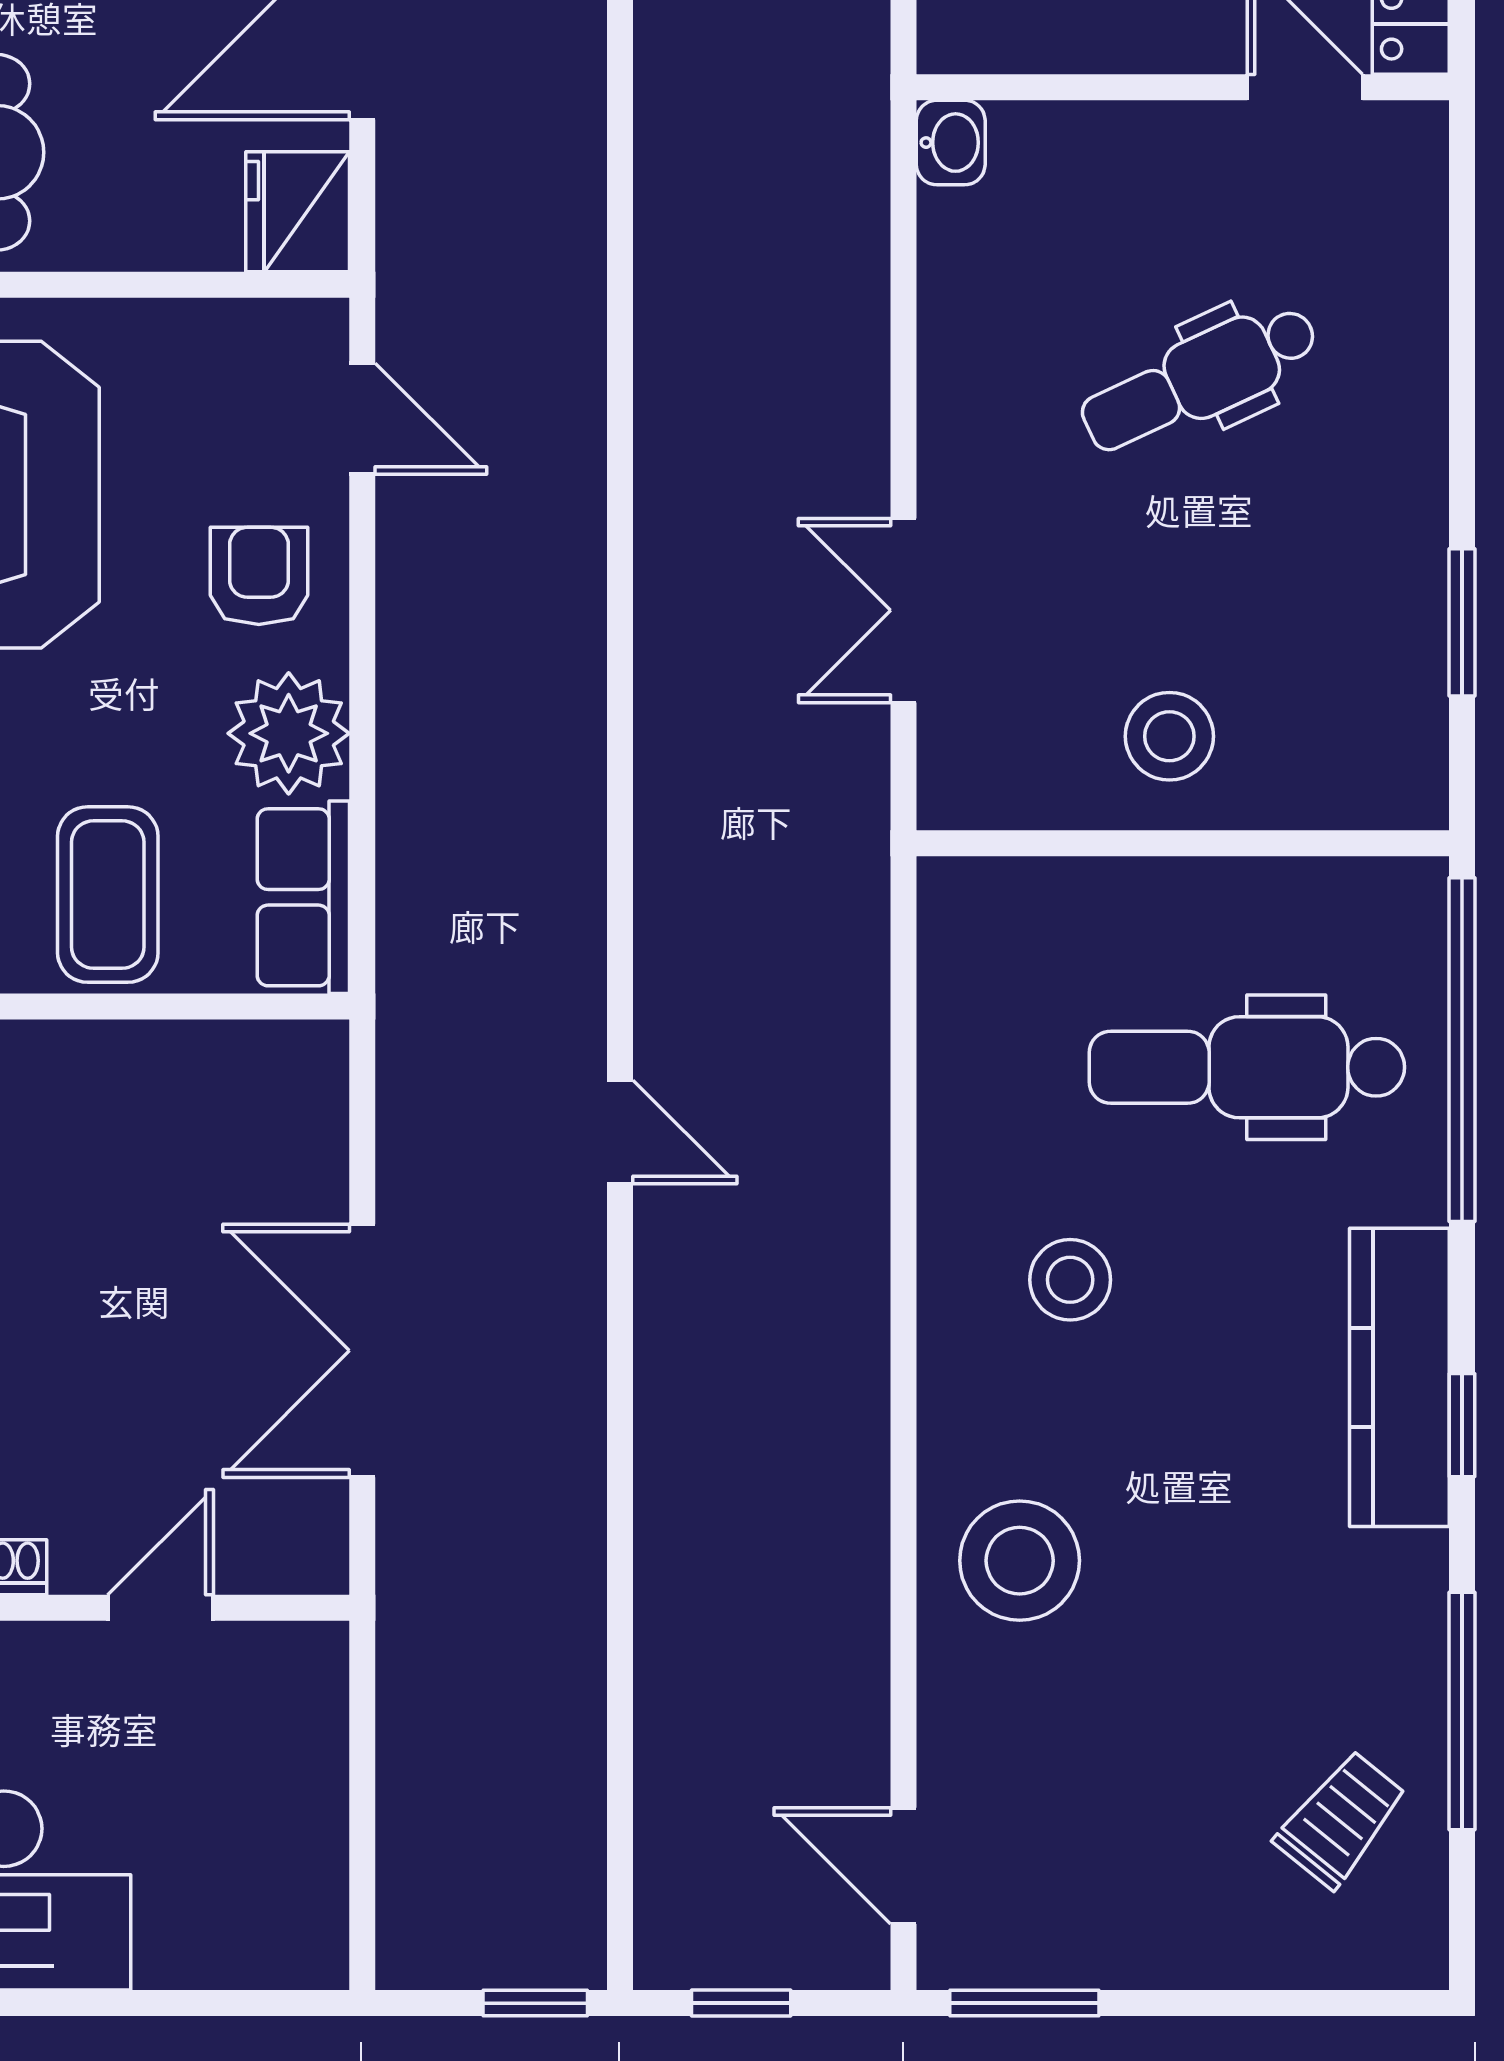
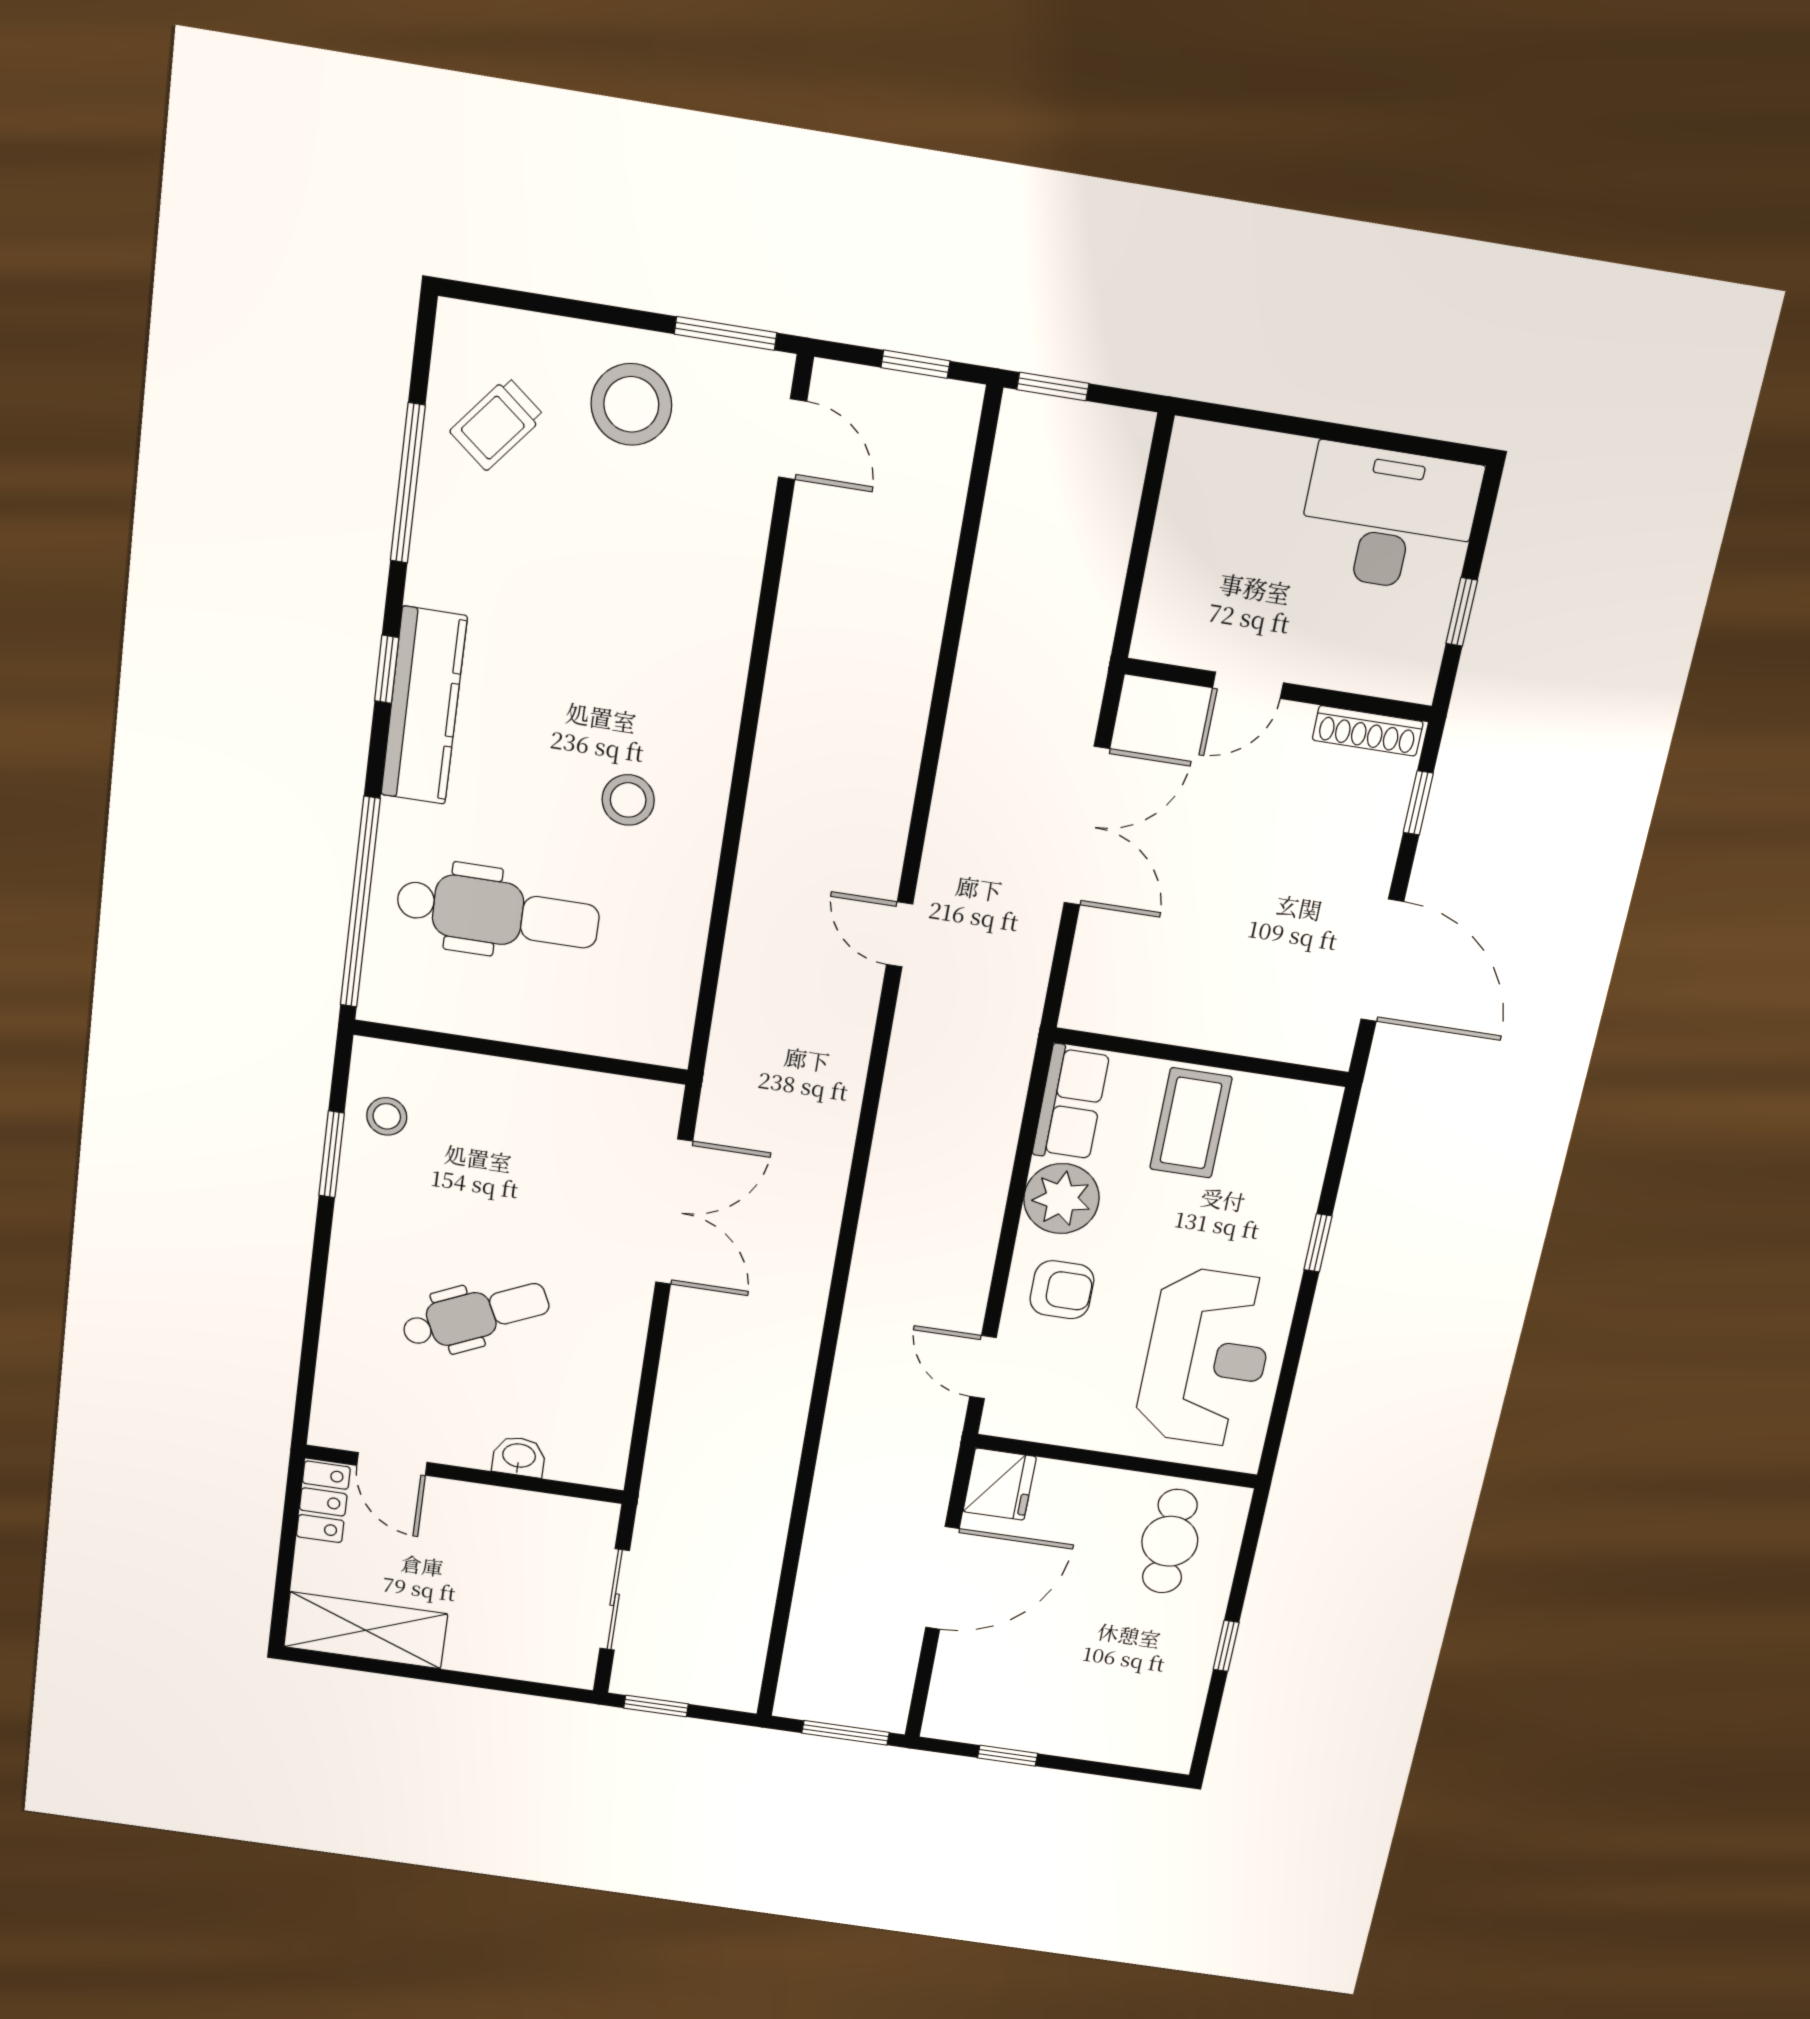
washbasin: (951, 143) -> (519, 1457), moved, turned 90
armchair: (259, 576) -> (1062, 1290), turned -90
double door: (904, 610) -> (674, 1212), width x1.37
stool: (1169, 736) -> (387, 1116), moved, width x0.73, depth x0.73
stool: (1020, 1561) -> (631, 404), moved

